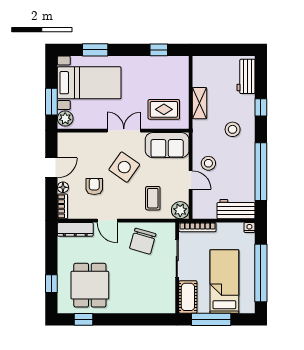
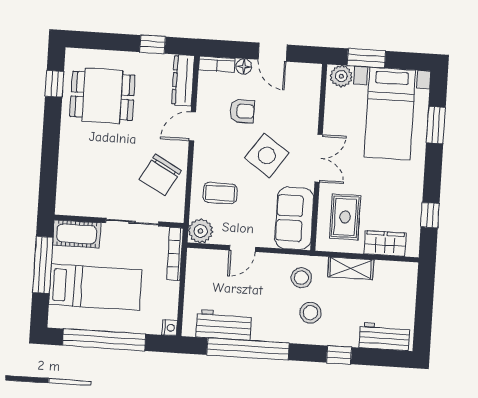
wardrobe: (181, 80) -> (385, 243), added
stool: (208, 163) -> (301, 278), moved
workbench: (236, 209) -> (224, 325), moved, turned -90
chair: (143, 241) -> (160, 175), turned -77
window: (51, 284) -> (153, 44), moved

